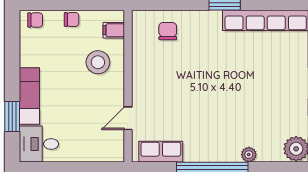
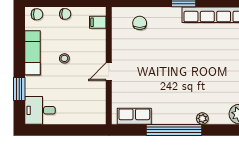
stool: (98, 62) -> (64, 58), moved, width x0.53, depth x0.53
exam couch: (29, 96) -> (33, 53), moved
door: (128, 118) -> (109, 72), moved

